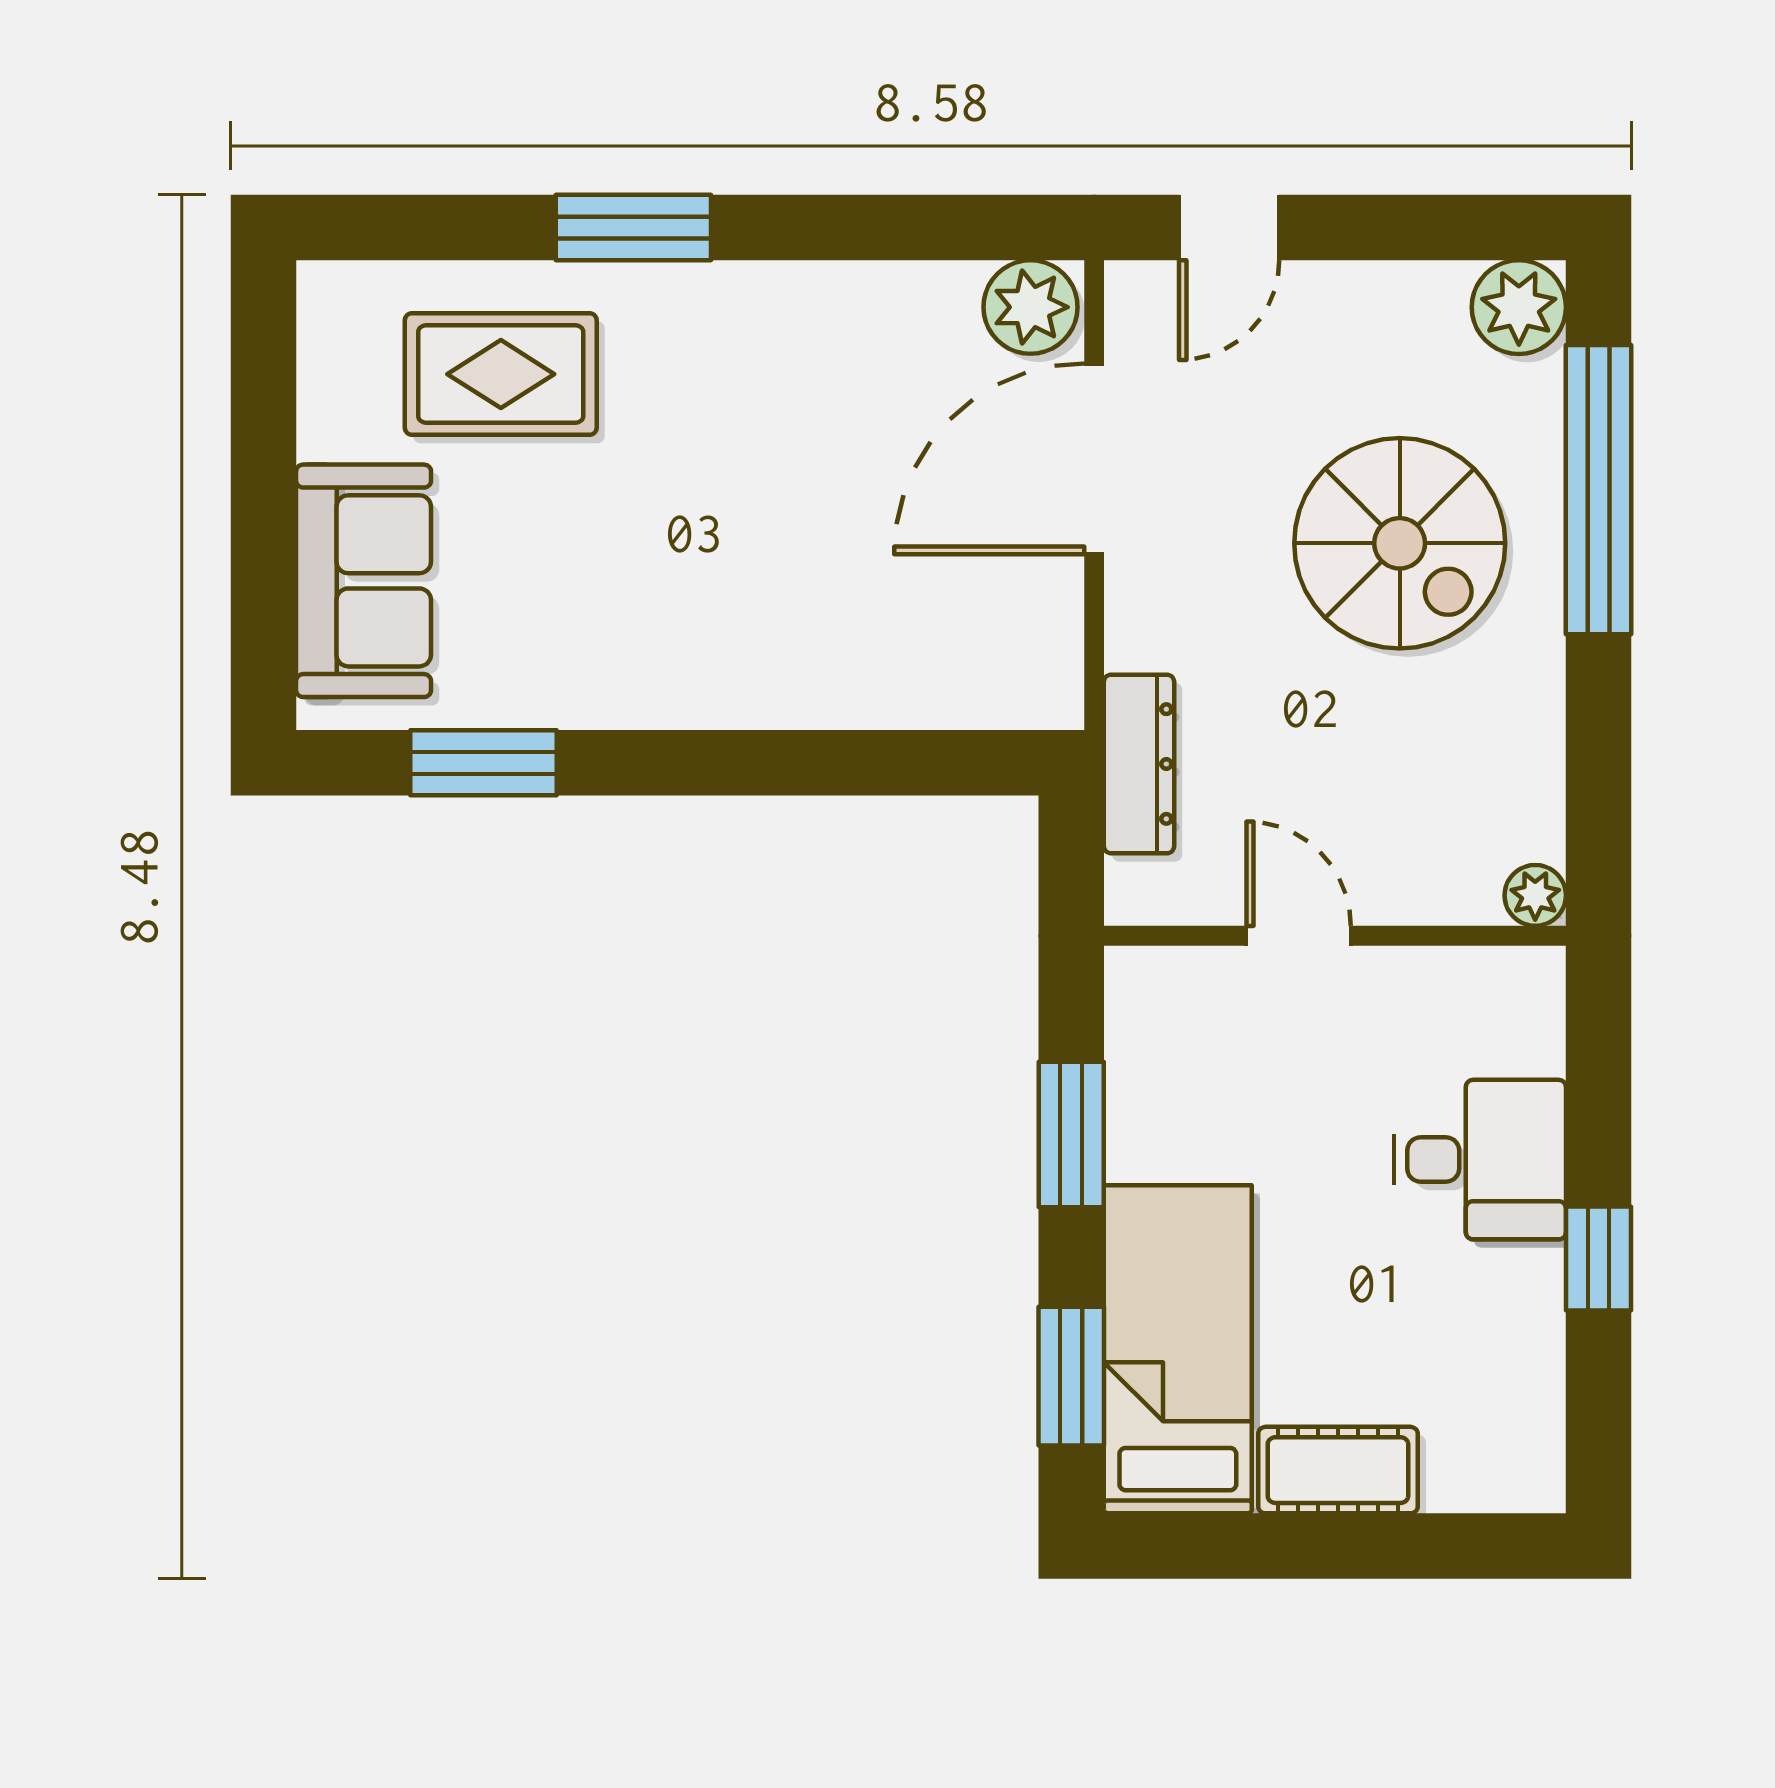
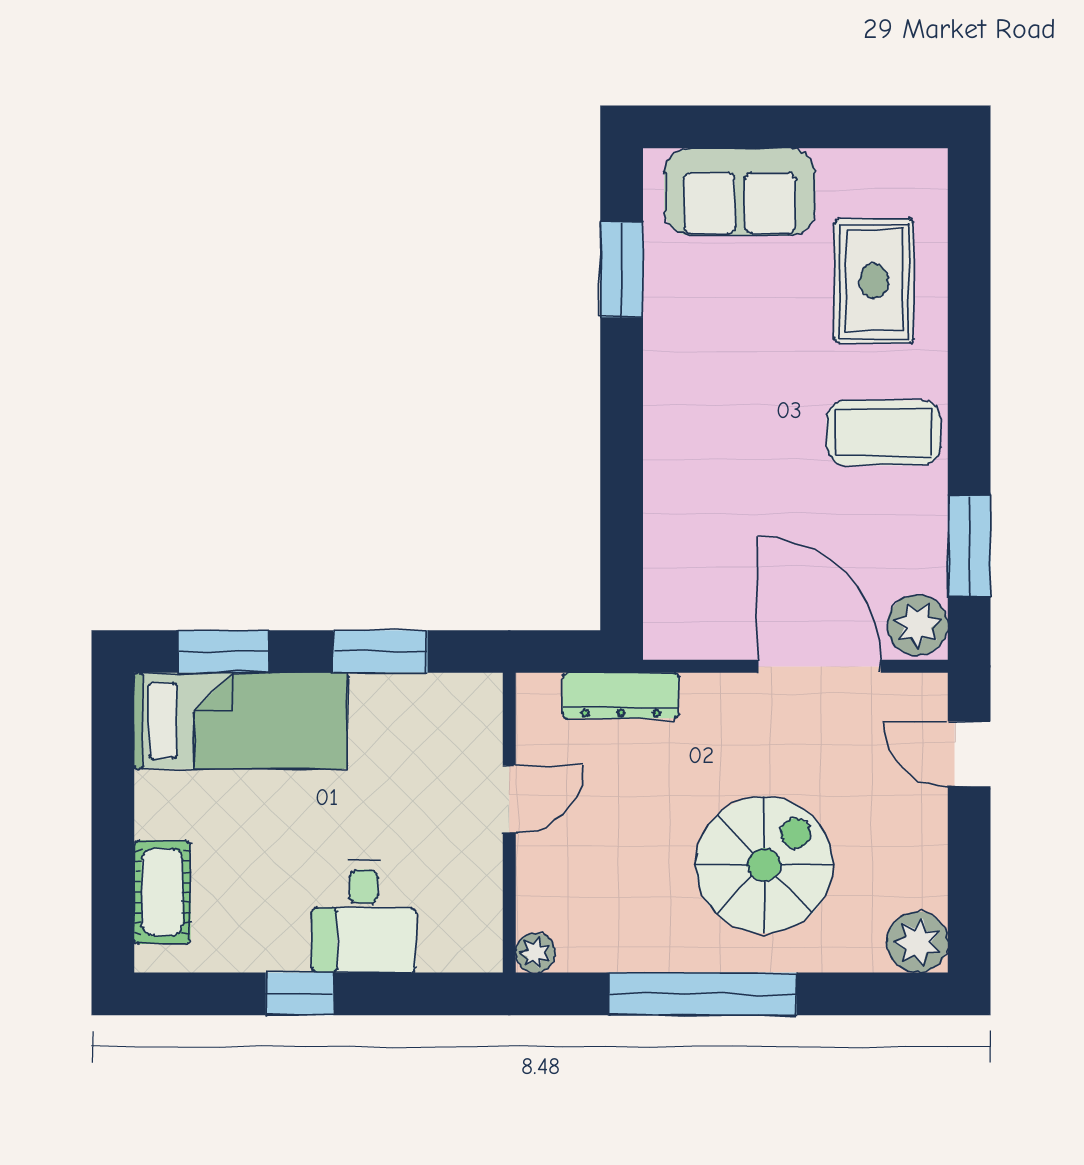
window: (633, 228) -> (969, 546), moved
coffee table: (735, 359) -> (883, 433), added
window: (1598, 490) -> (702, 994), moved
spiral stairs: (1400, 543) -> (764, 865), turned 180
cot: (1338, 1470) -> (162, 892), moved

